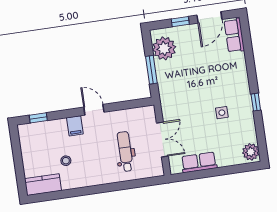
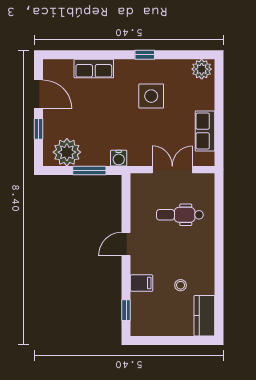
row of seats: (234, 35) -> (94, 69), moved
water cooler: (165, 93) -> (119, 158), added
side table: (222, 113) -> (151, 96), width x1.87, depth x1.87
filing cabinet: (75, 126) -> (142, 283), moved

